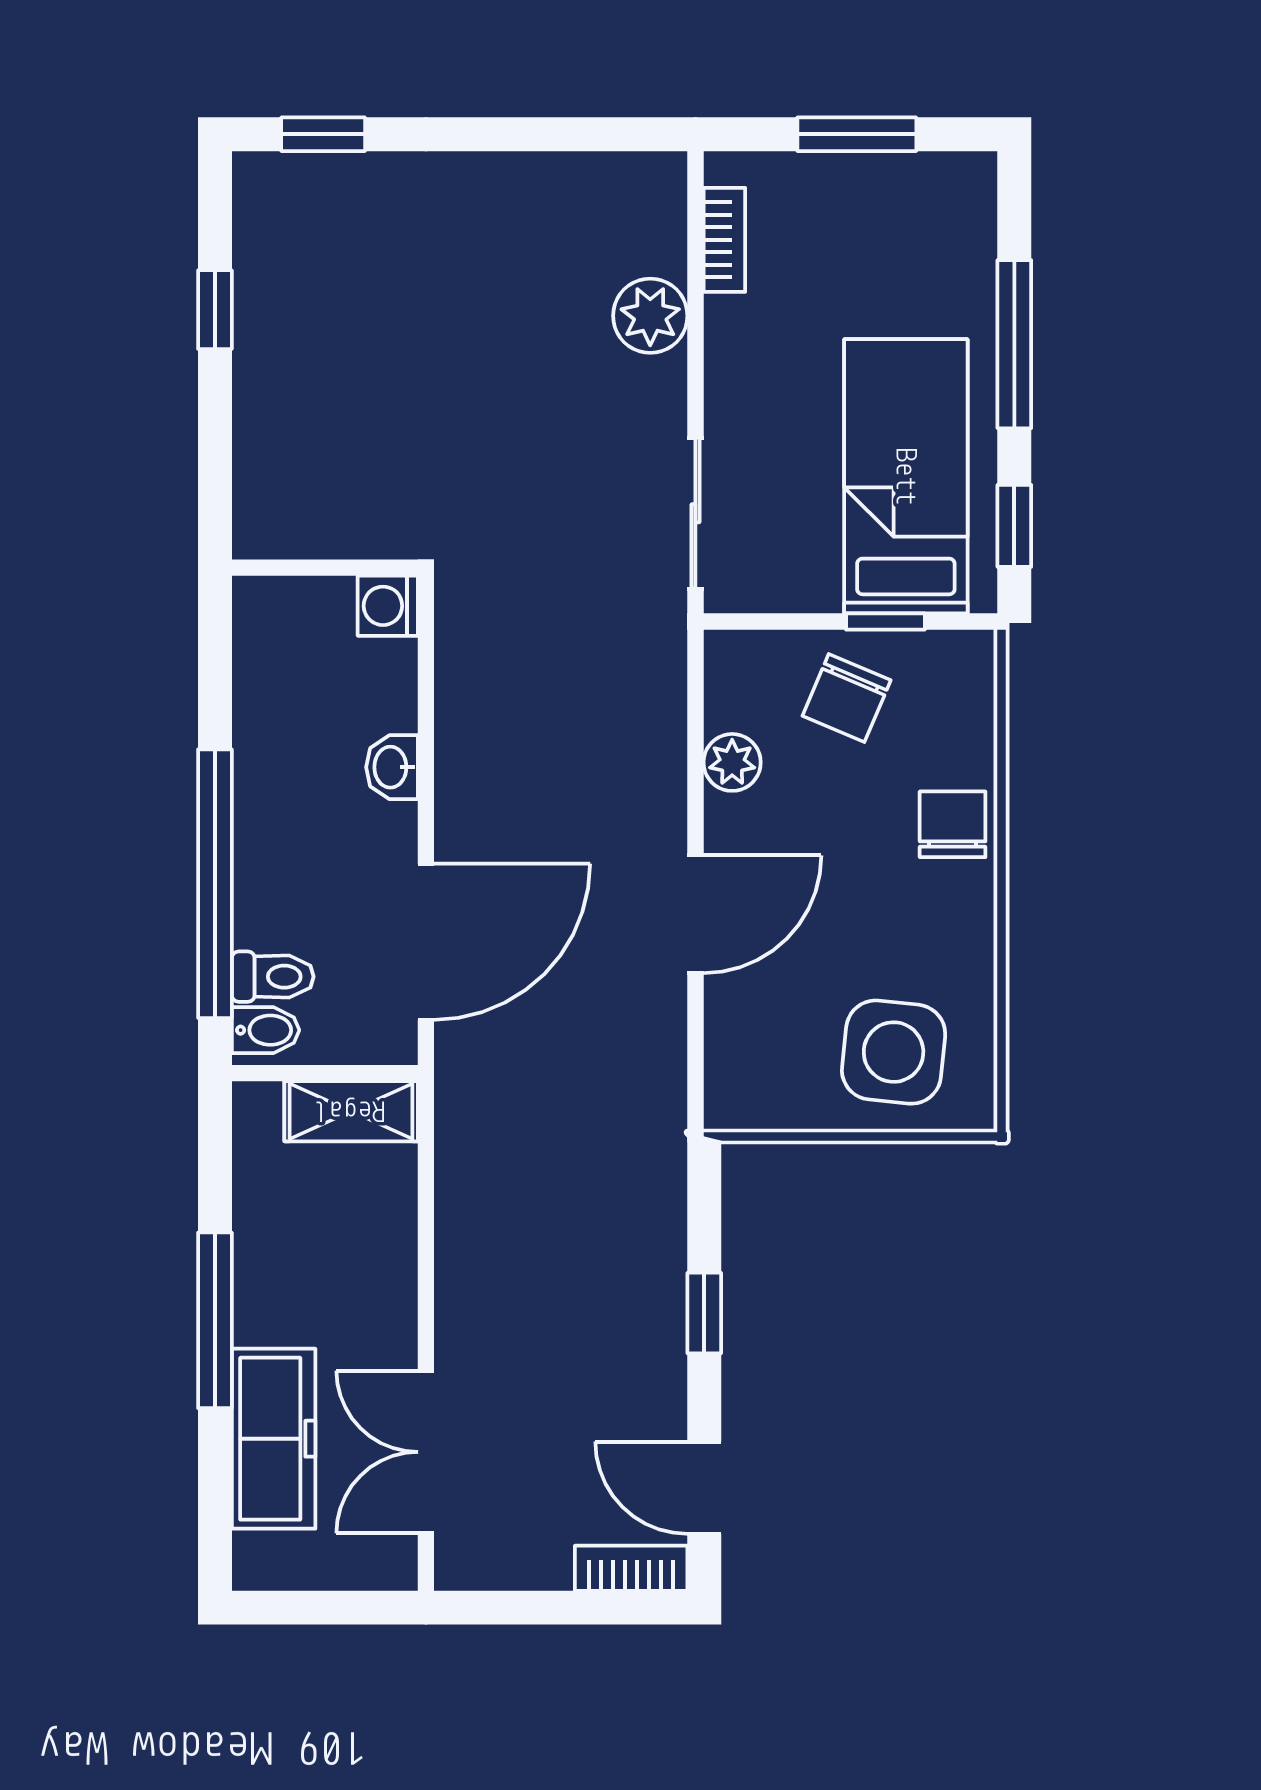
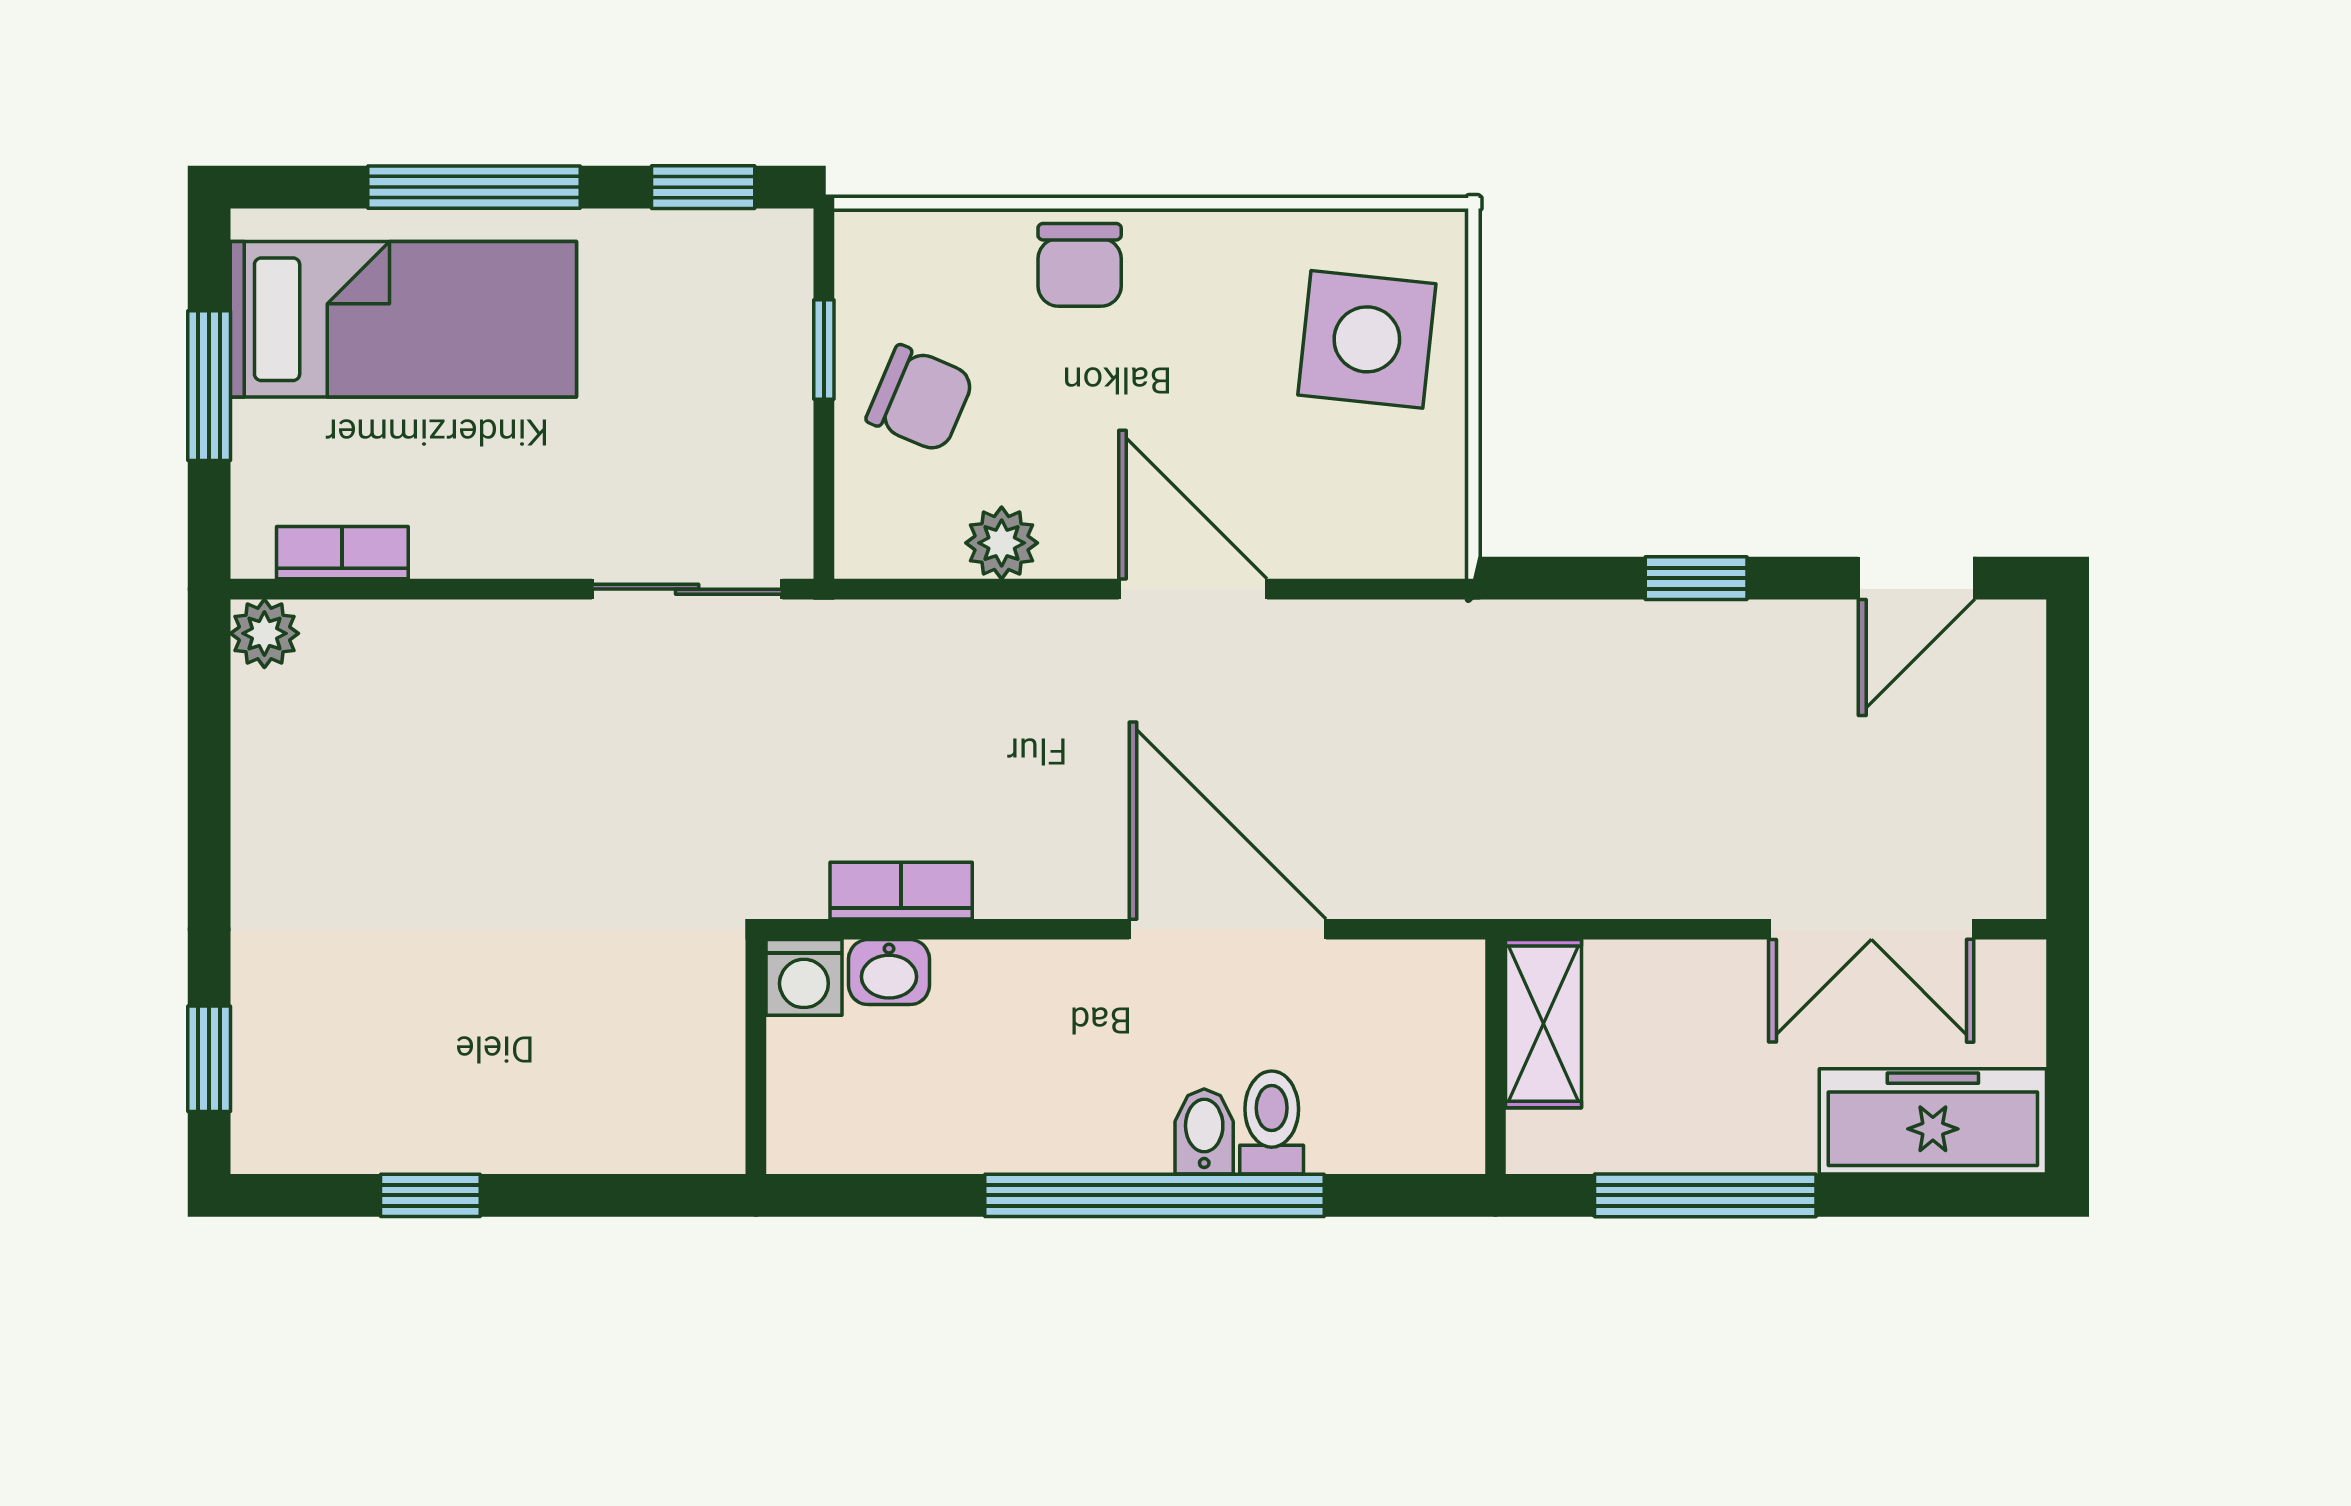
plant: (650, 316) -> (264, 633), moved, width x0.73, depth x0.73
bed: (906, 476) -> (403, 319), moved, turned 180
washbasin: (392, 767) -> (889, 972), moved
chair: (953, 824) -> (1080, 265), turned -90
bidet: (266, 1030) -> (1204, 1132), moved
wall: (325, 1073) -> (1495, 1057), moved
shelving: (351, 1111) -> (1544, 1024), moved
freezer: (274, 1439) -> (1933, 1121), moved
bookcase: (631, 1568) -> (901, 891), moved, turned 90

